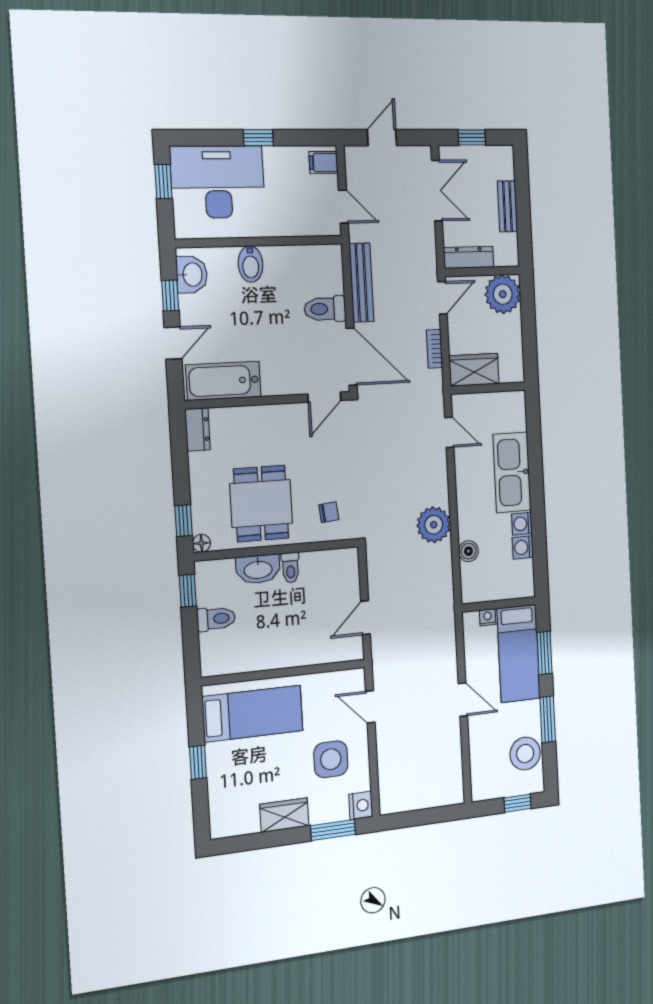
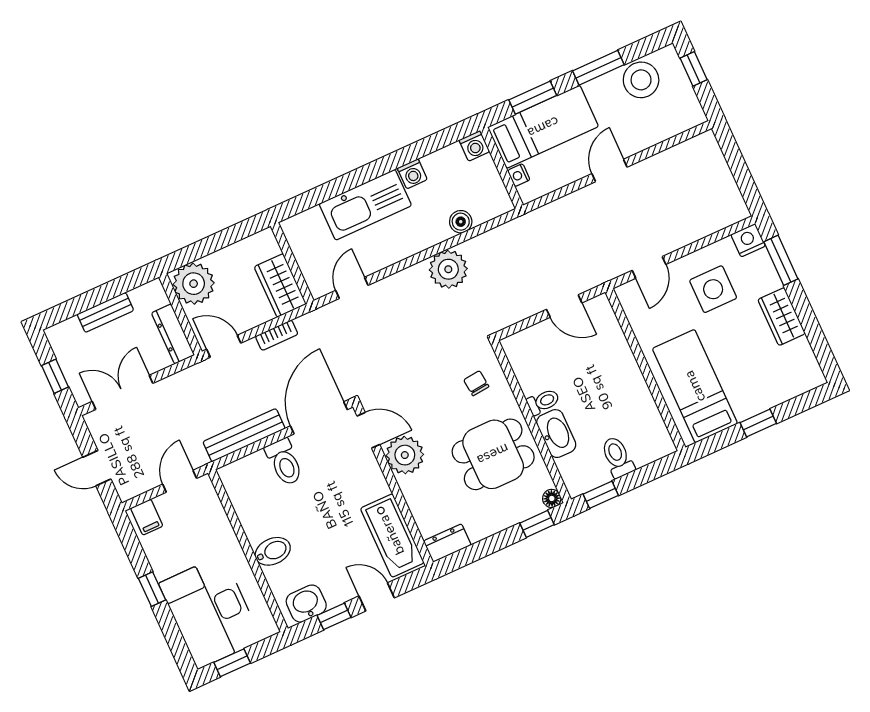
plant: (291, 422) -> (405, 455), added
washing machine: (523, 547) -> (474, 146), moved

